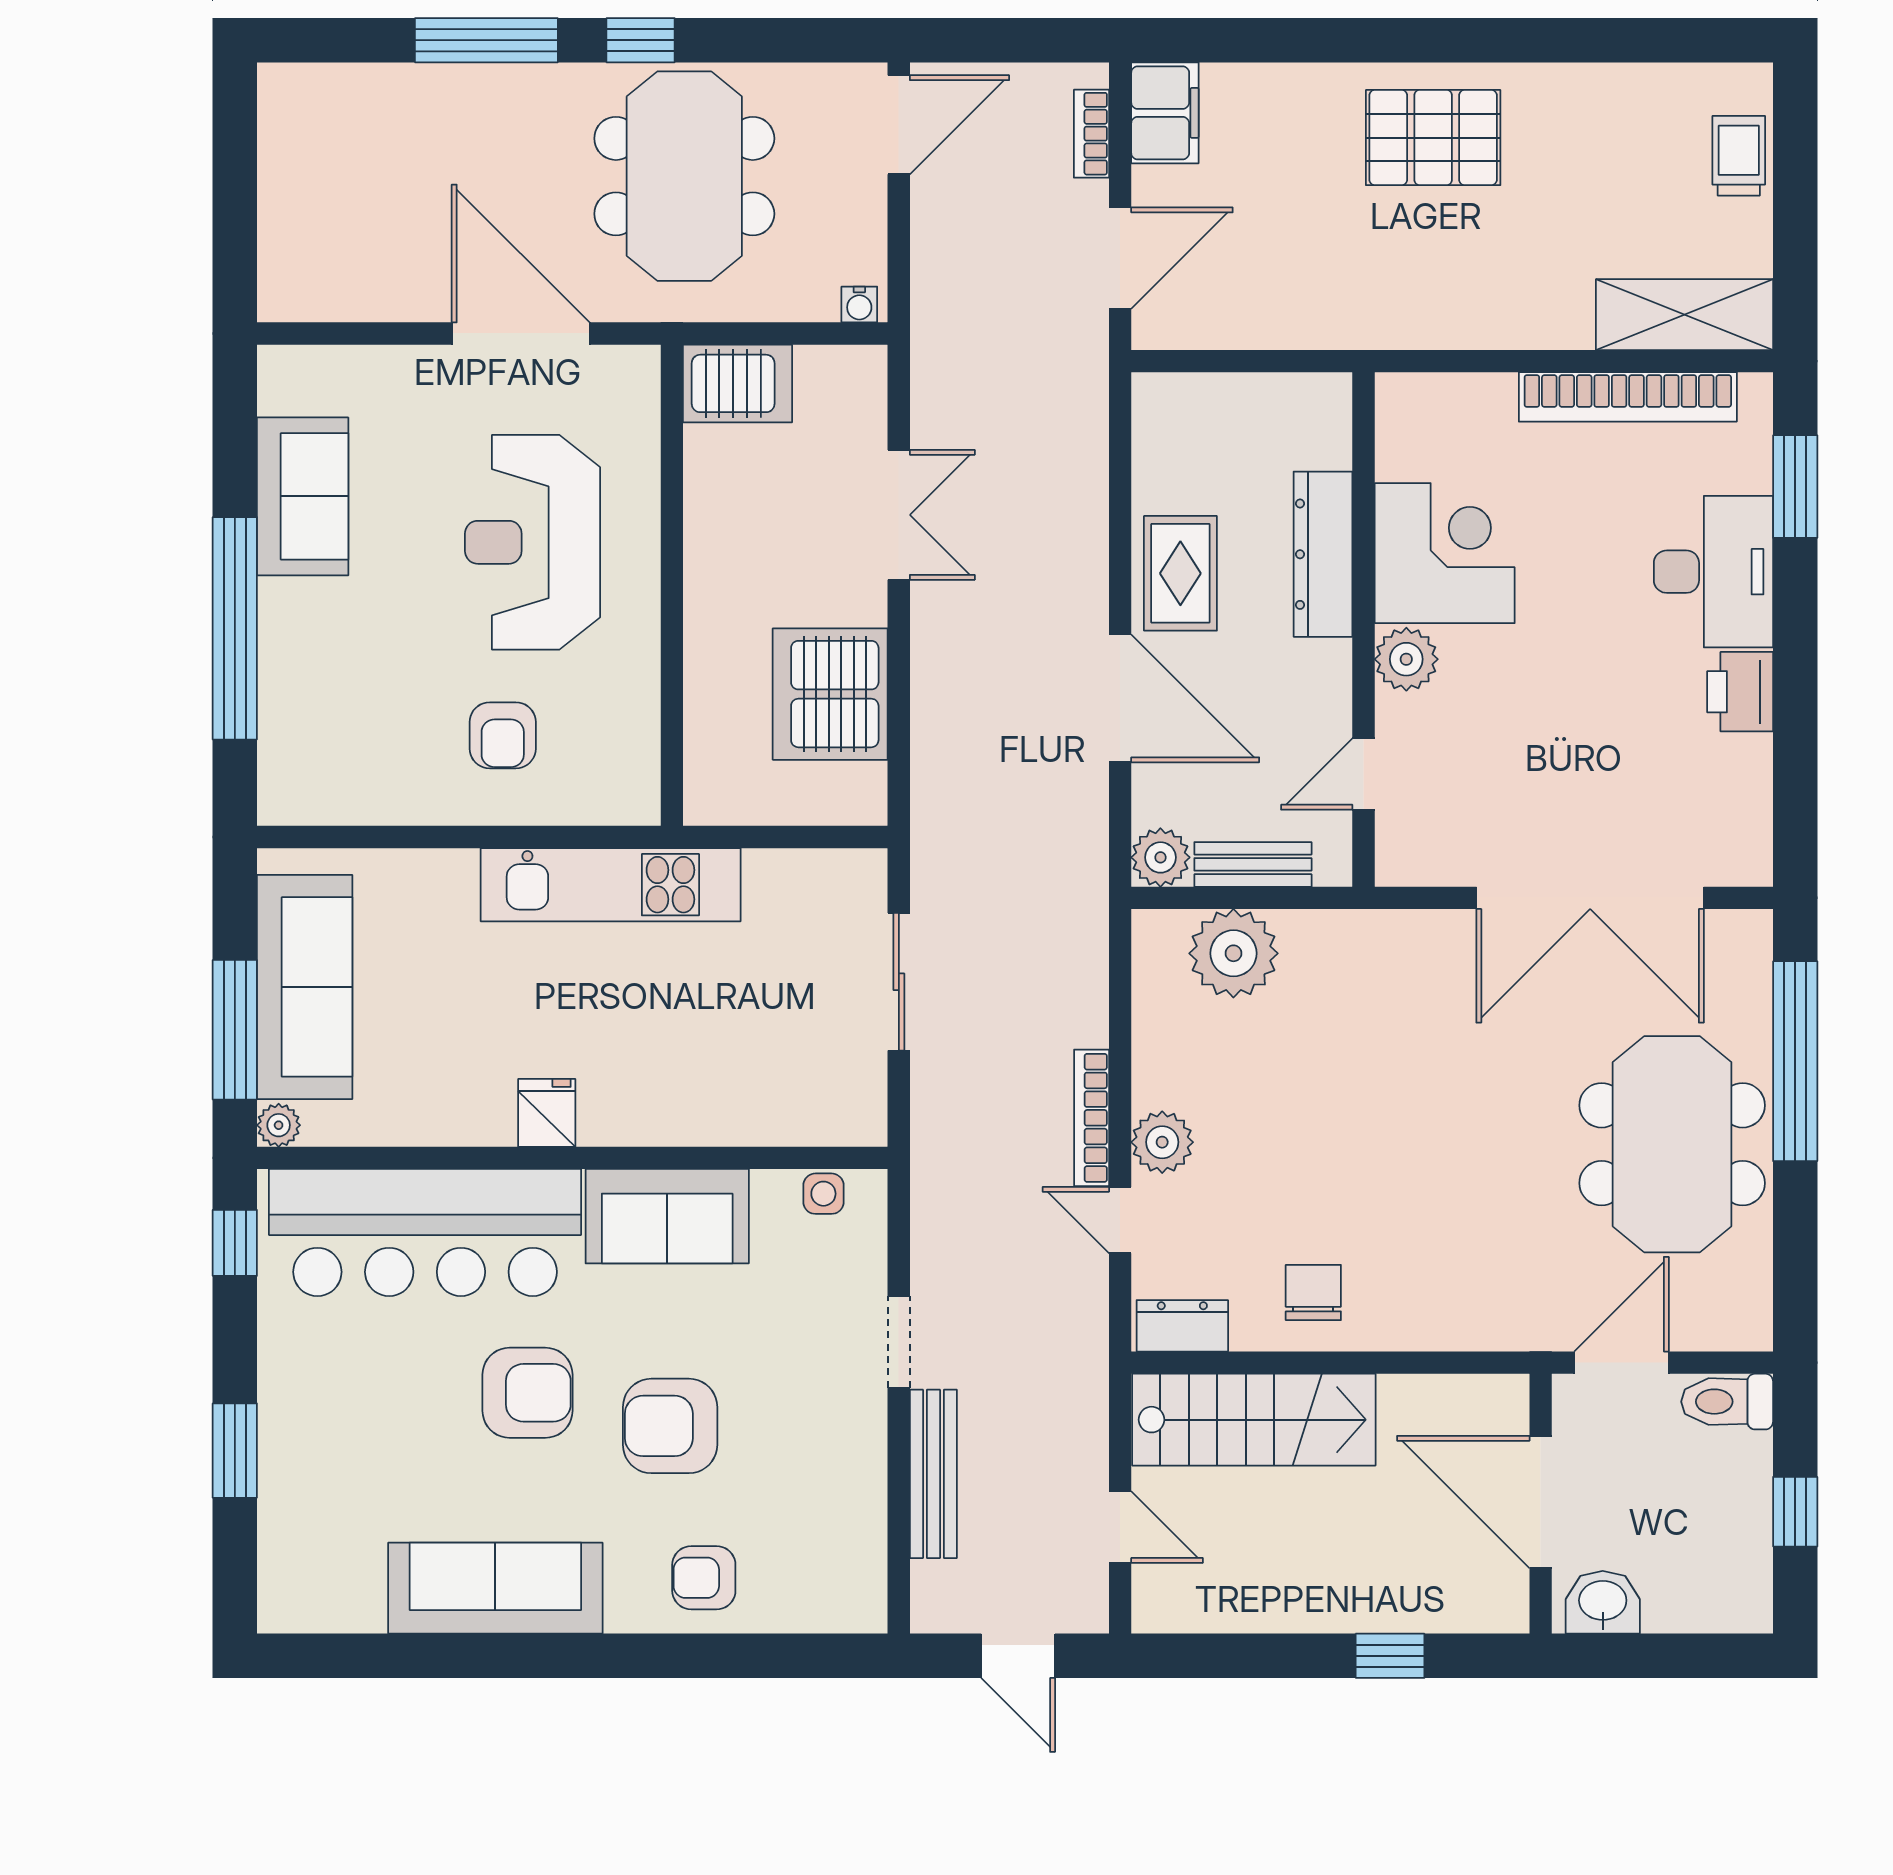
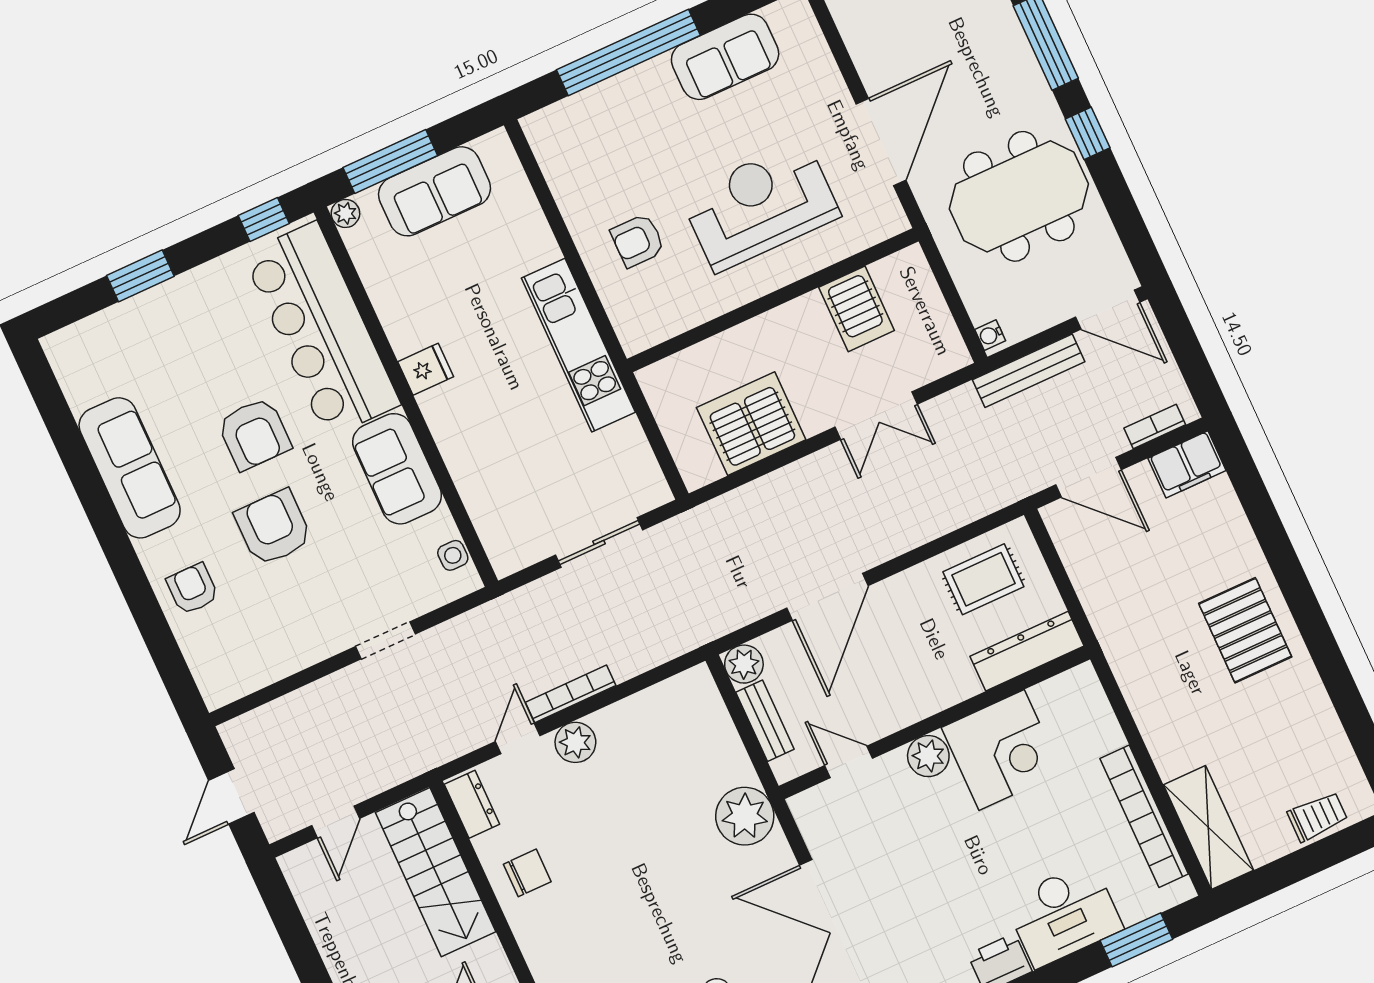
server rack: (738, 383) -> (857, 309), moved
dresser: (1323, 554) -> (1027, 651), moved
rug: (1180, 573) -> (983, 579), moved
plant: (1233, 953) -> (745, 816), moved
sofa: (305, 987) -> (435, 191), width x0.73
bench: (933, 1474) -> (1029, 371), moved

